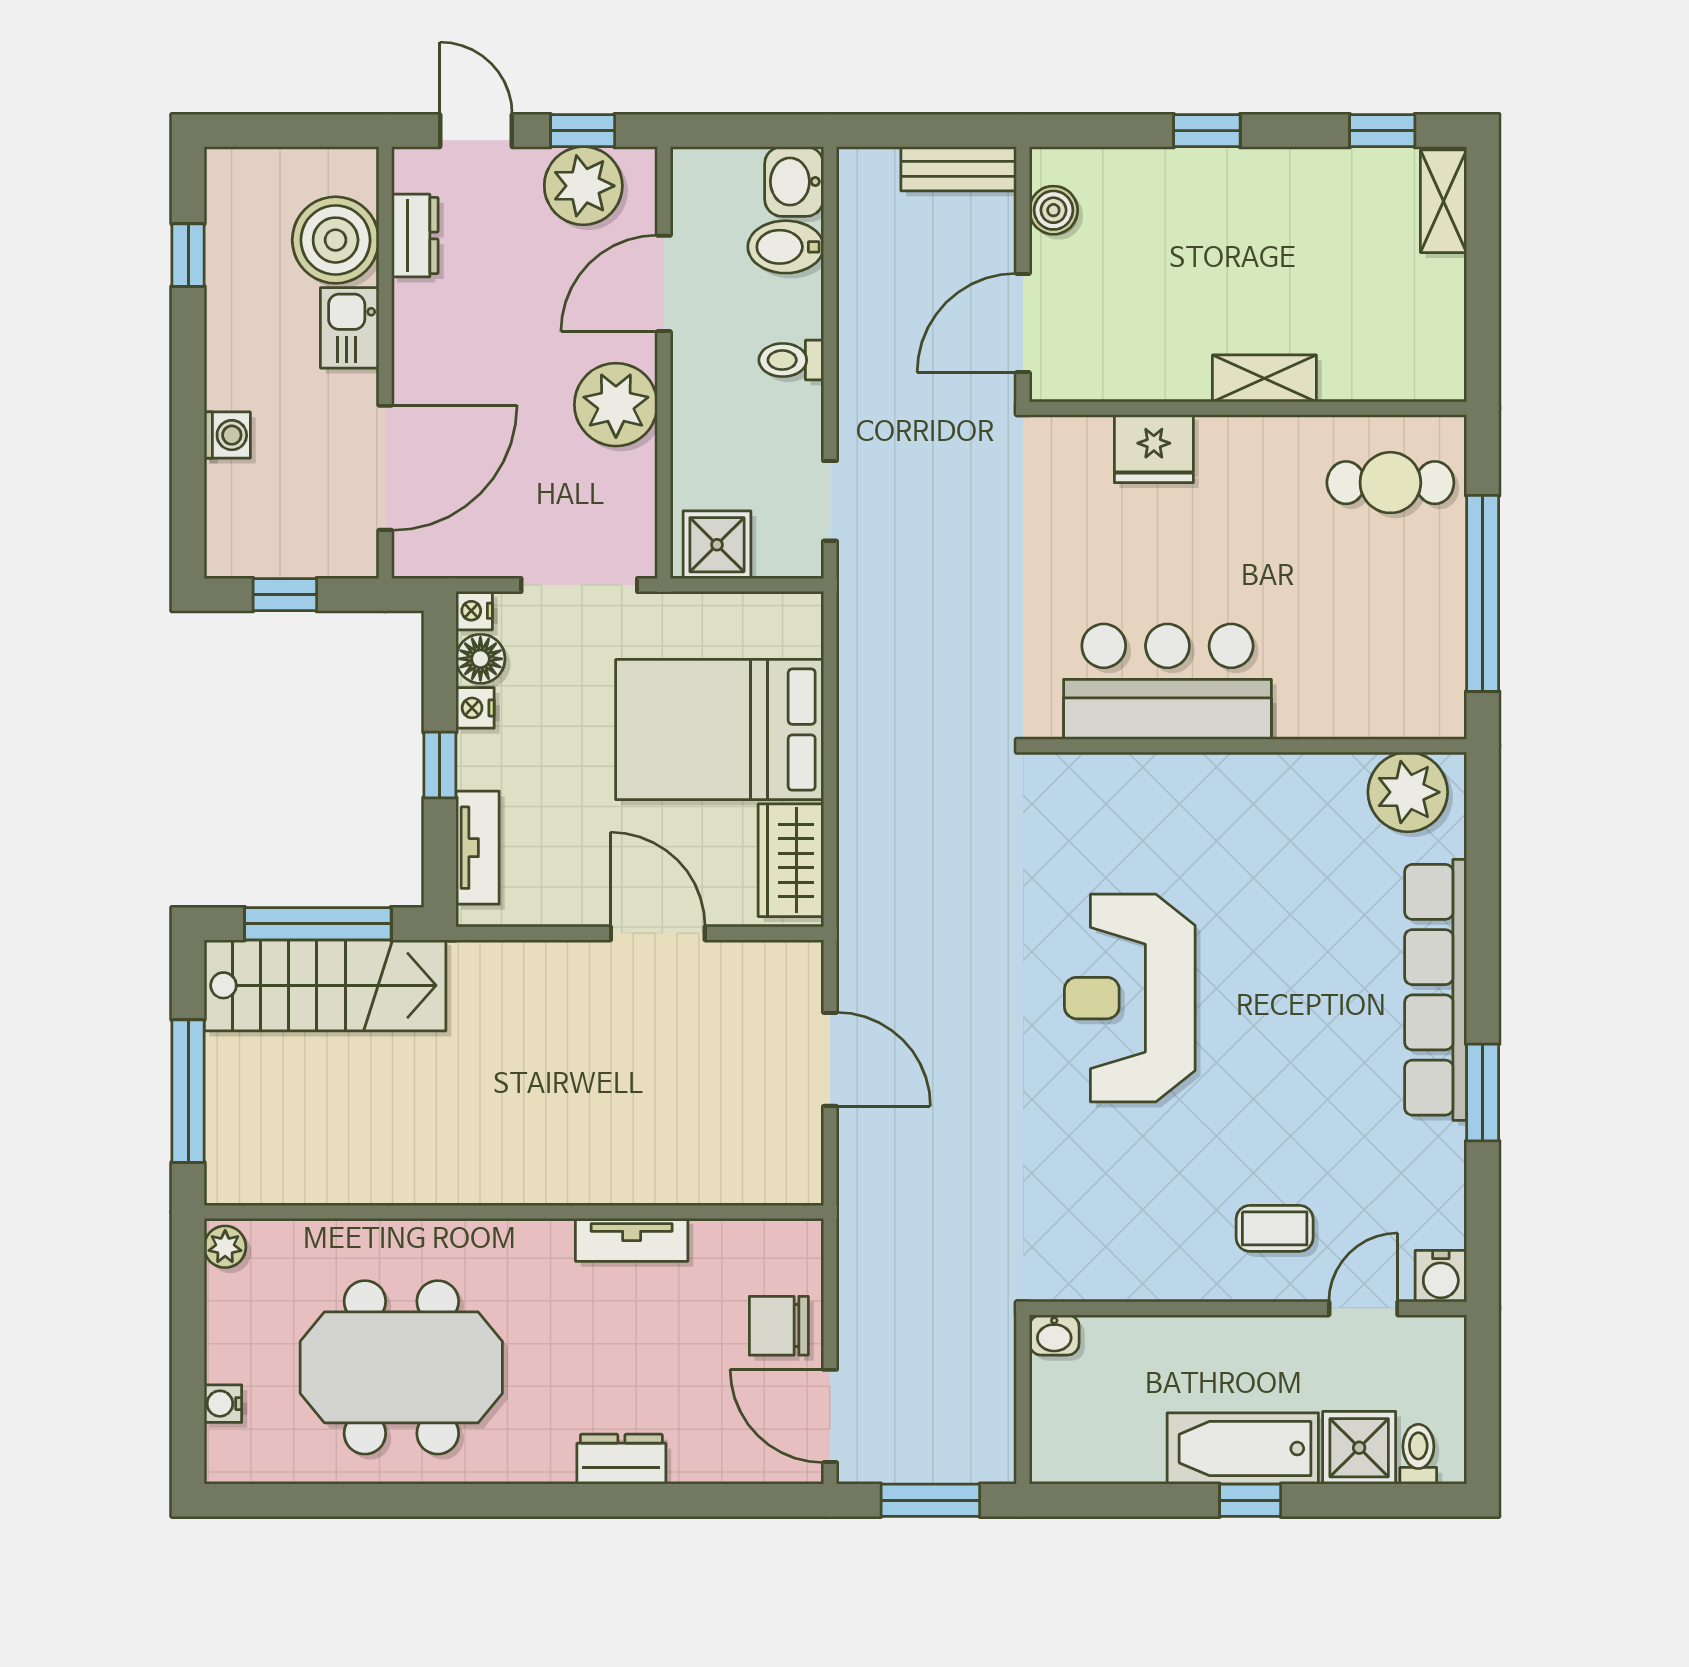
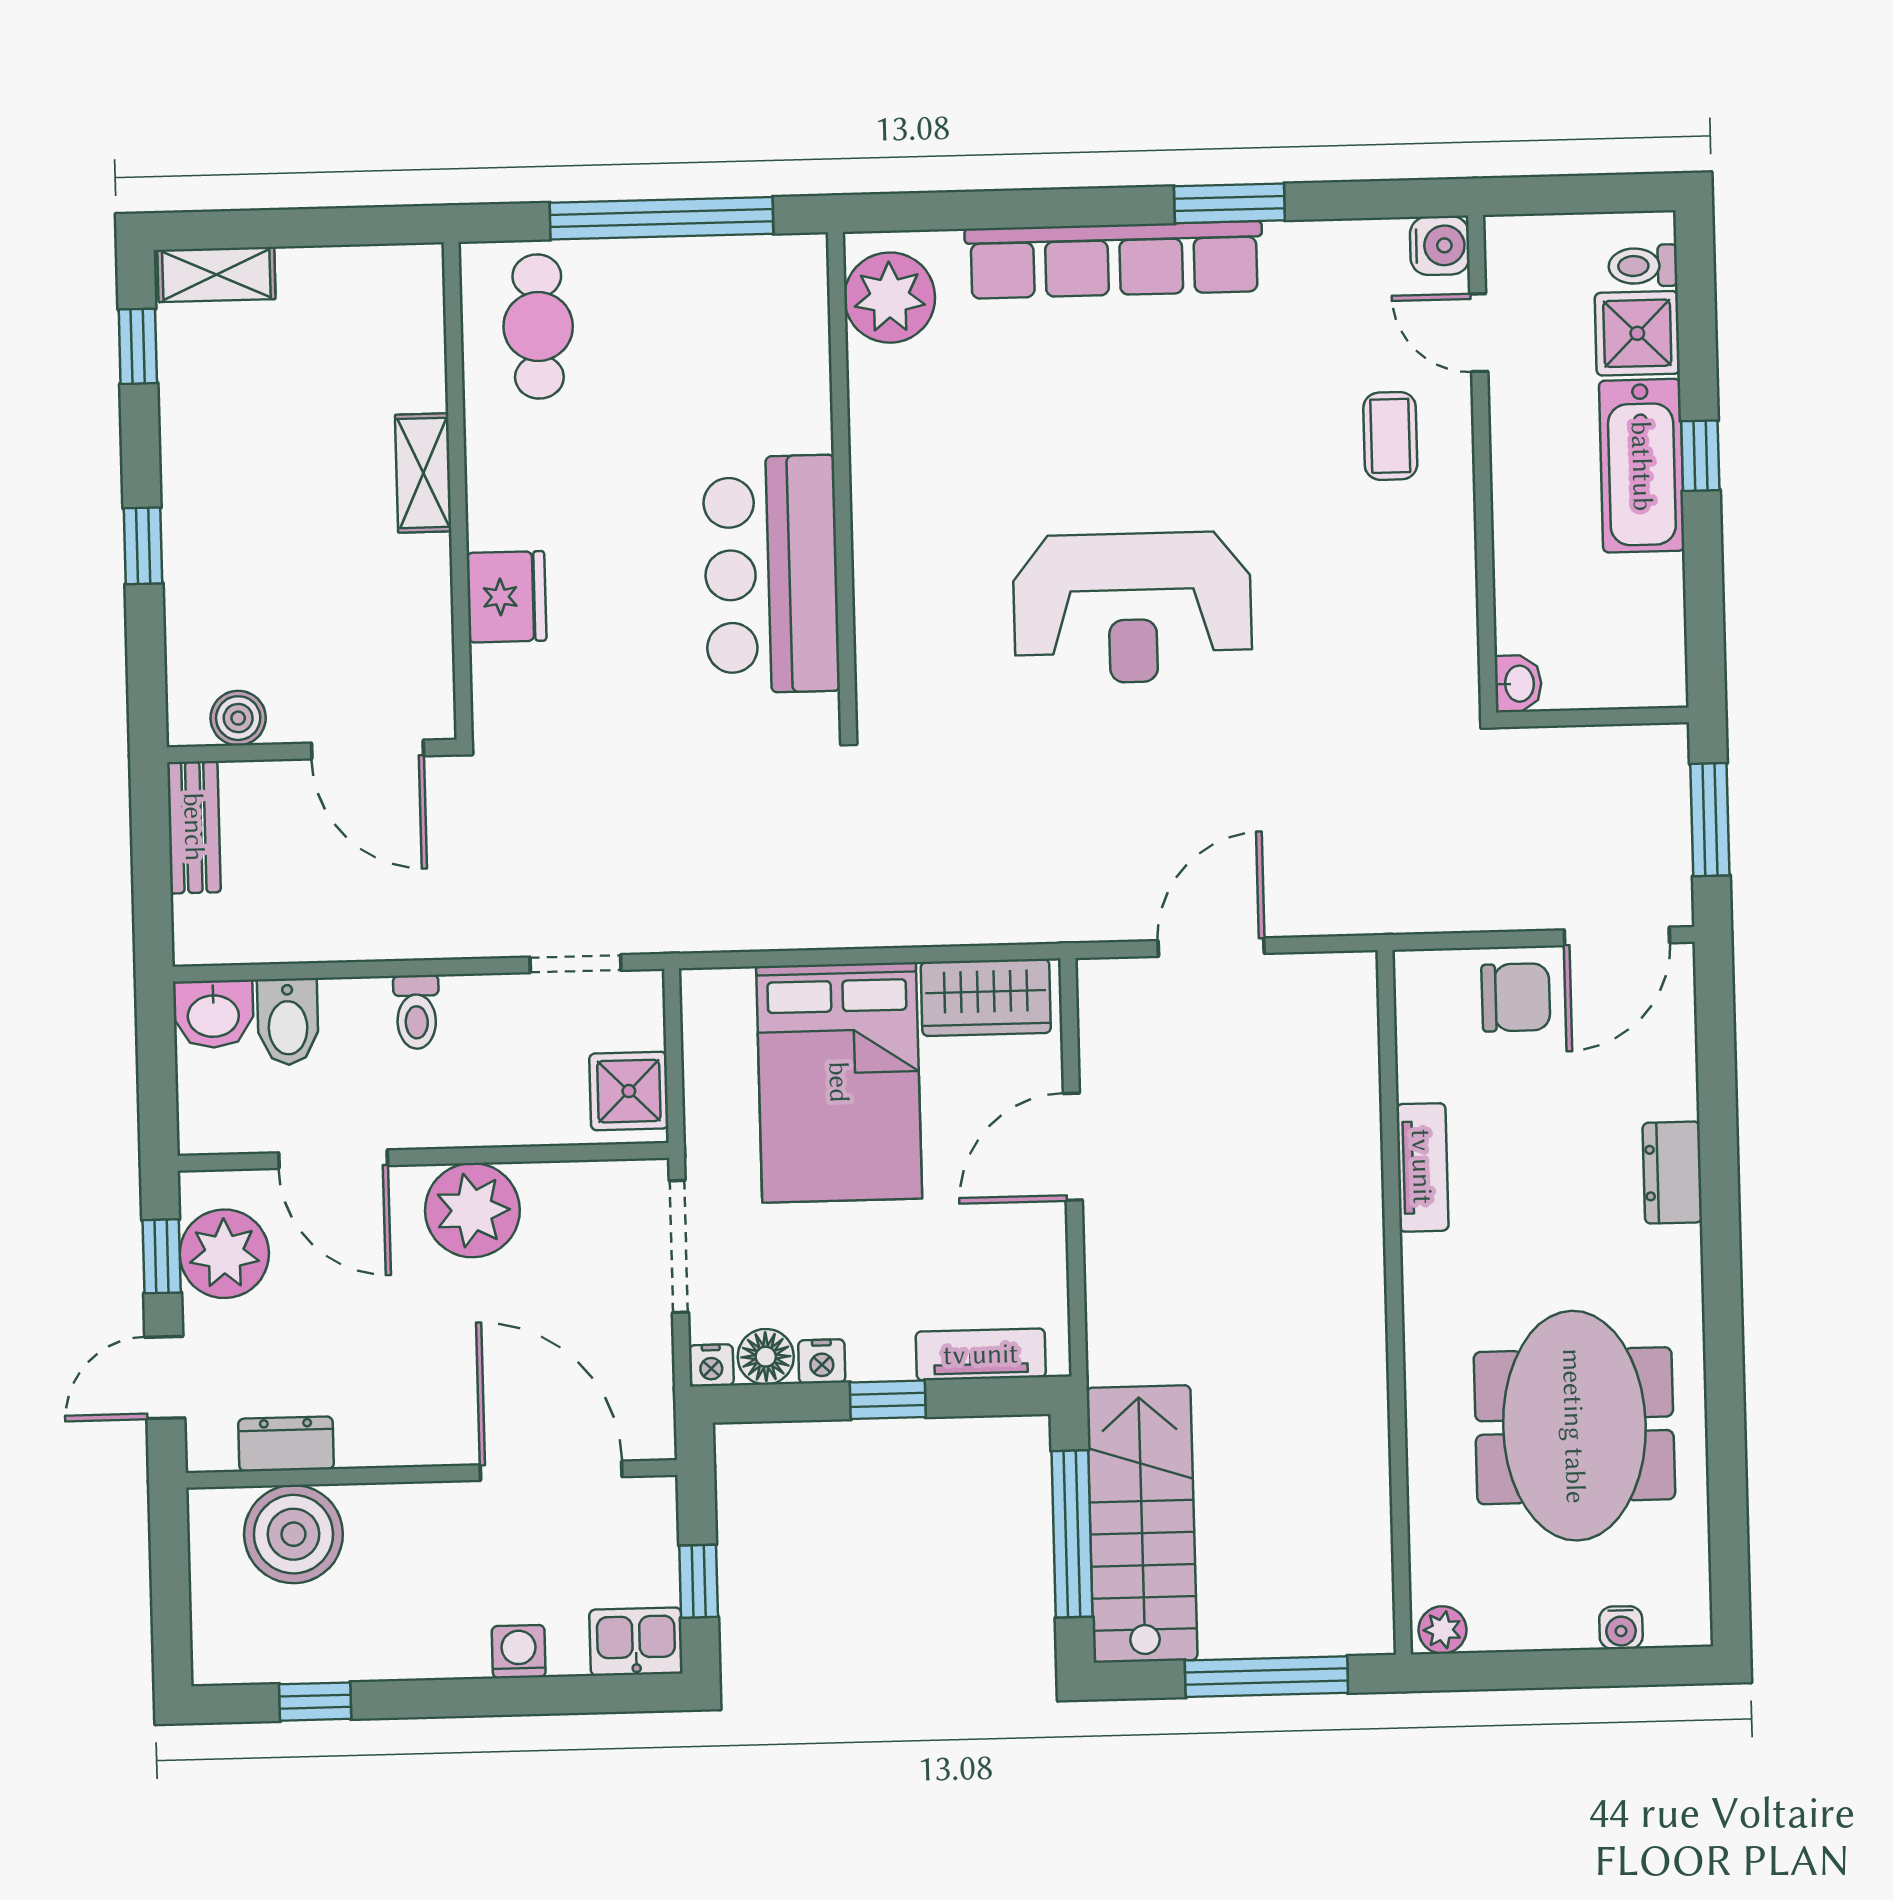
kitchen sink: (350, 328) -> (636, 1642), moved, turned 180
chair: (779, 1326) -> (1516, 997), turned -90

